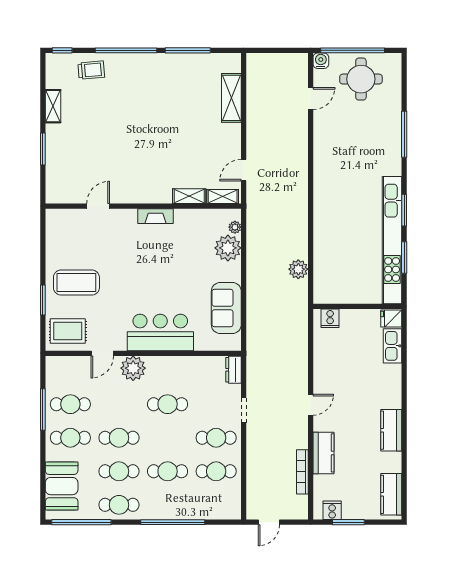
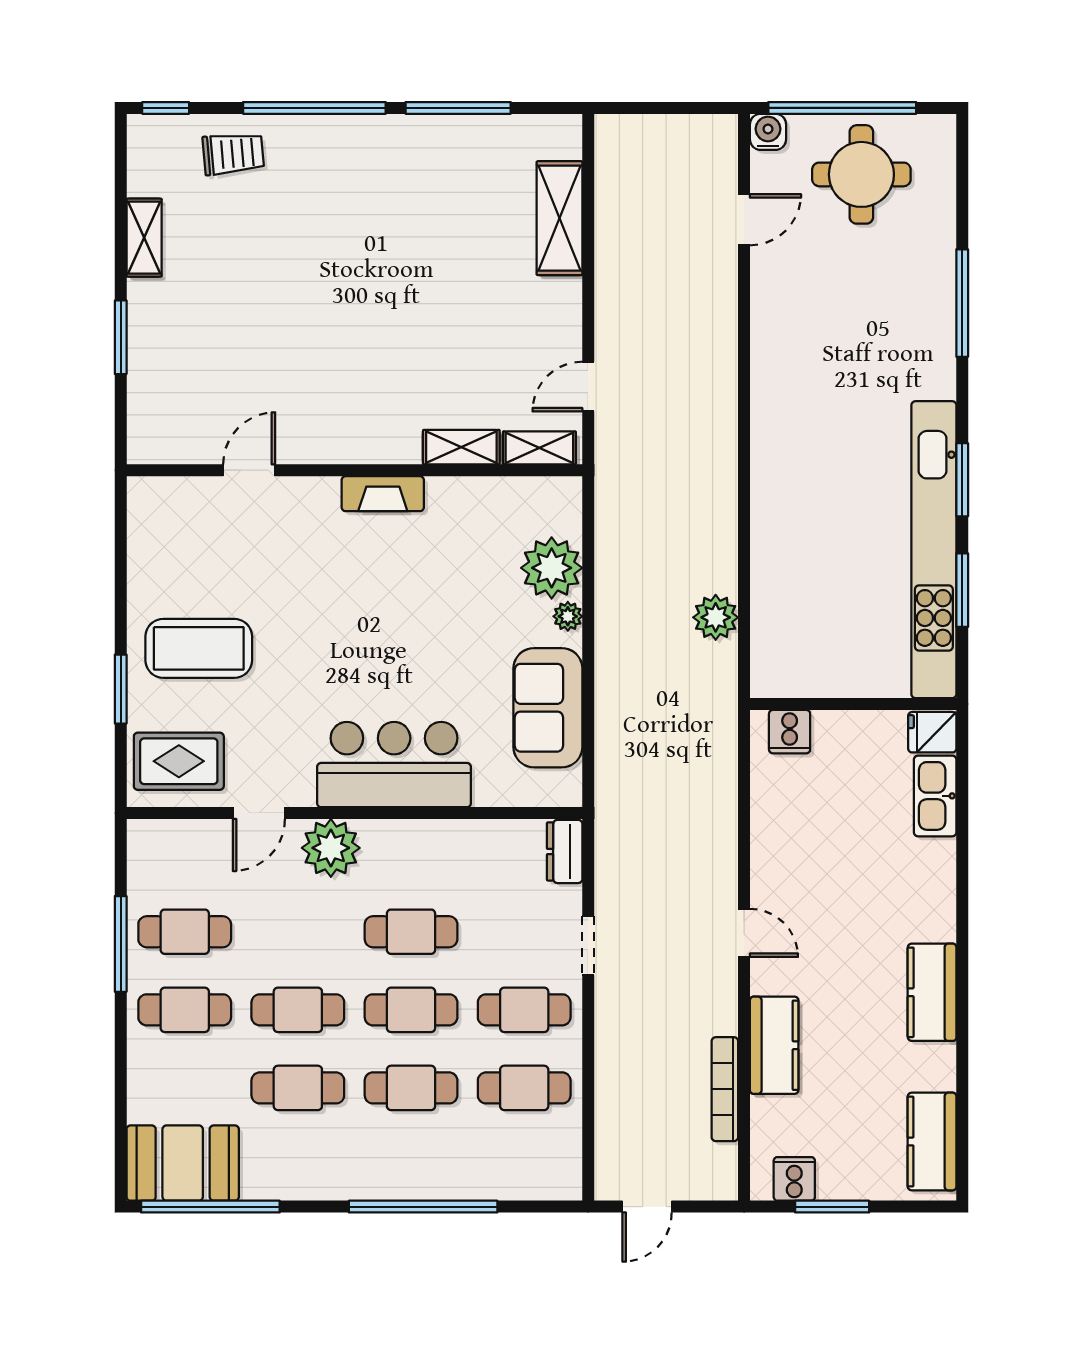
plant: (235, 227) -> (568, 616), moved
door: (311, 405) -> (744, 933), hinge flipped
booth: (62, 486) -> (183, 1163), moved, turned 90
cafe table: (119, 505) -> (411, 1010), moved

